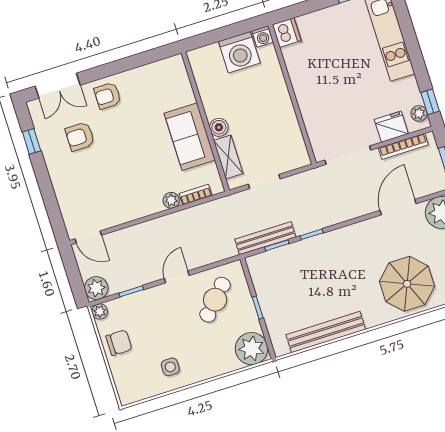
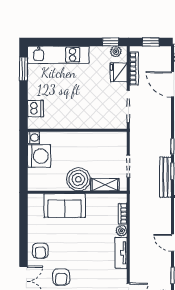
dishwasher: (287, 33) -> (35, 109), moved, turned 90
boiler: (219, 127) -> (78, 179), width x1.86, depth x1.86
sofa: (190, 137) -> (65, 206), moved
tv unit: (140, 209) -> (121, 253), added

